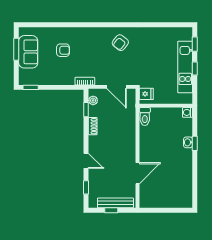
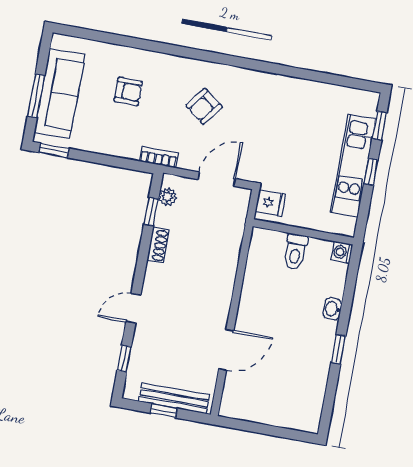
armchair: (120, 43) -> (204, 106), moved
window: (16, 49) -> (36, 96), moved
sofa: (28, 52) -> (60, 94), width x1.36
door: (117, 87) -> (217, 179), swing flipped
toilet: (145, 117) -> (295, 252), moved
window: (195, 143) -> (338, 349), moved
door: (86, 161) -> (133, 308), swing flipped

